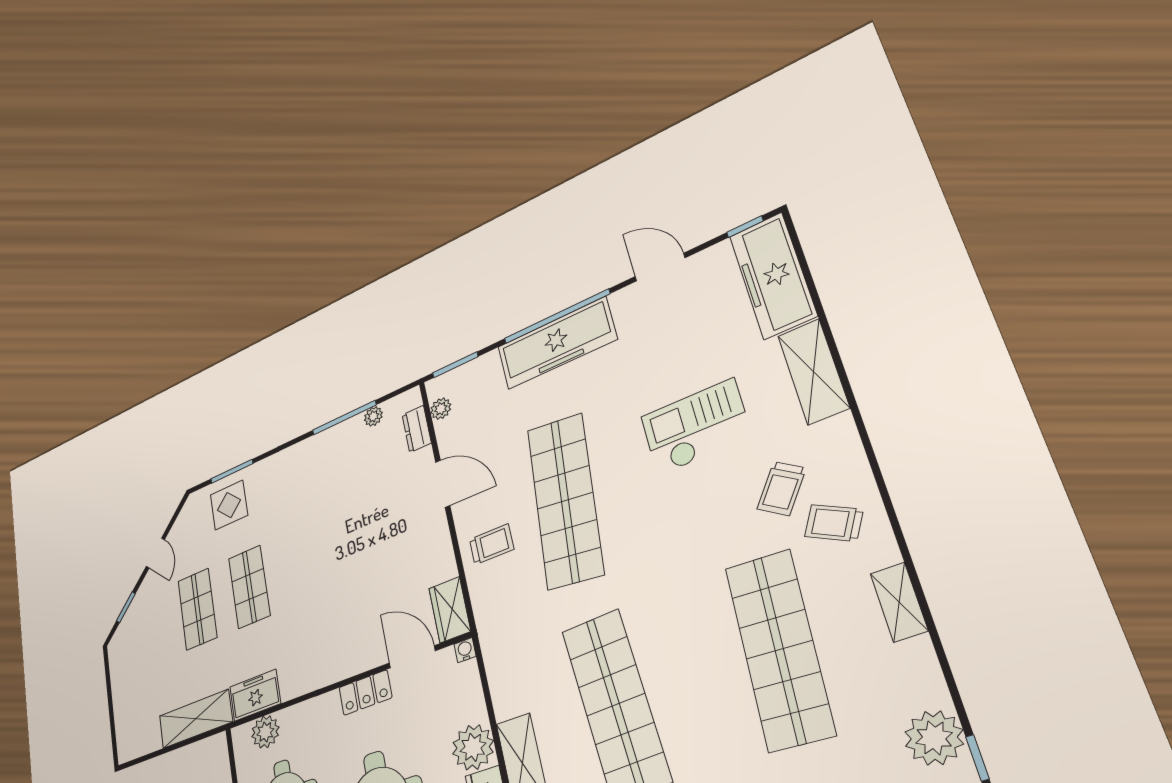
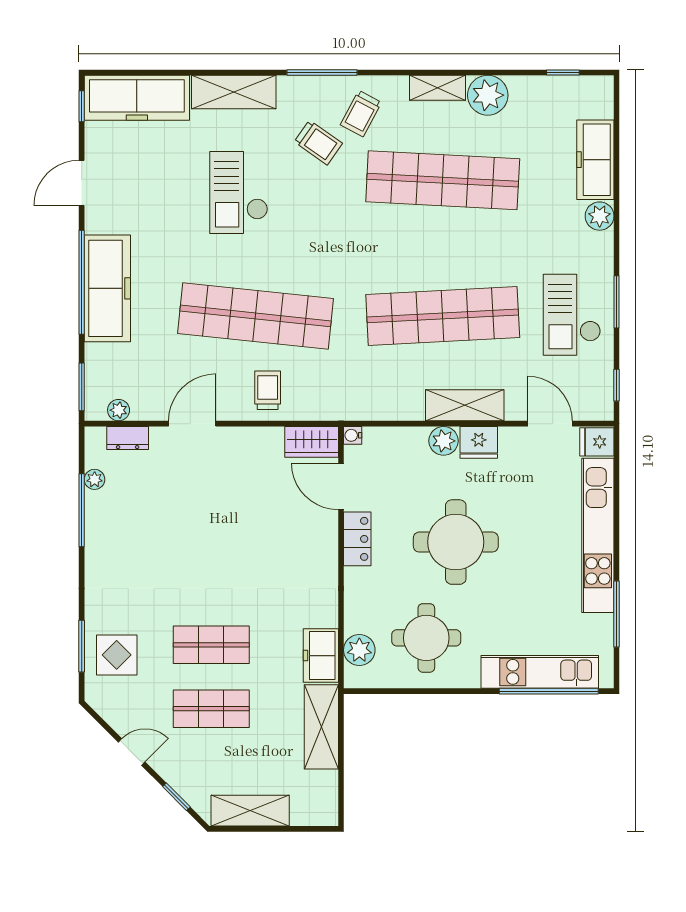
window: (872, 458) -> (322, 72), added
door: (412, 657) -> (341, 486), hinge flipped
shelving: (122, 678) -> (250, 811), added
plant: (934, 738) -> (488, 95), moved
plant: (473, 747) -> (444, 441), width x0.73, depth x0.73

